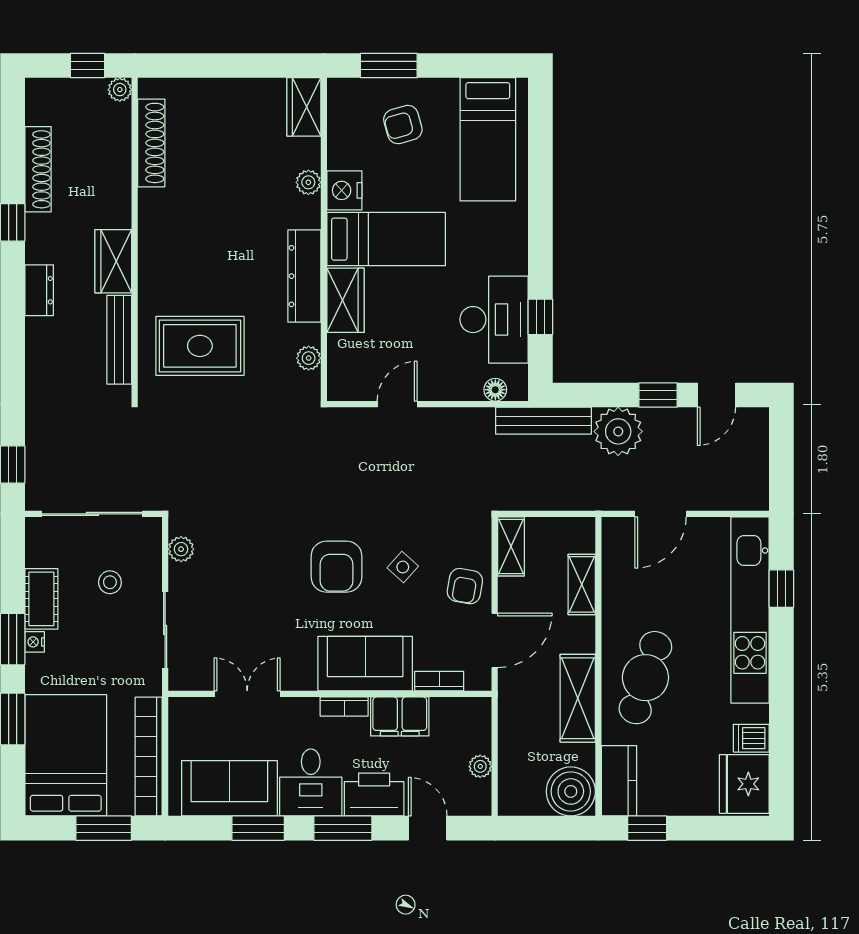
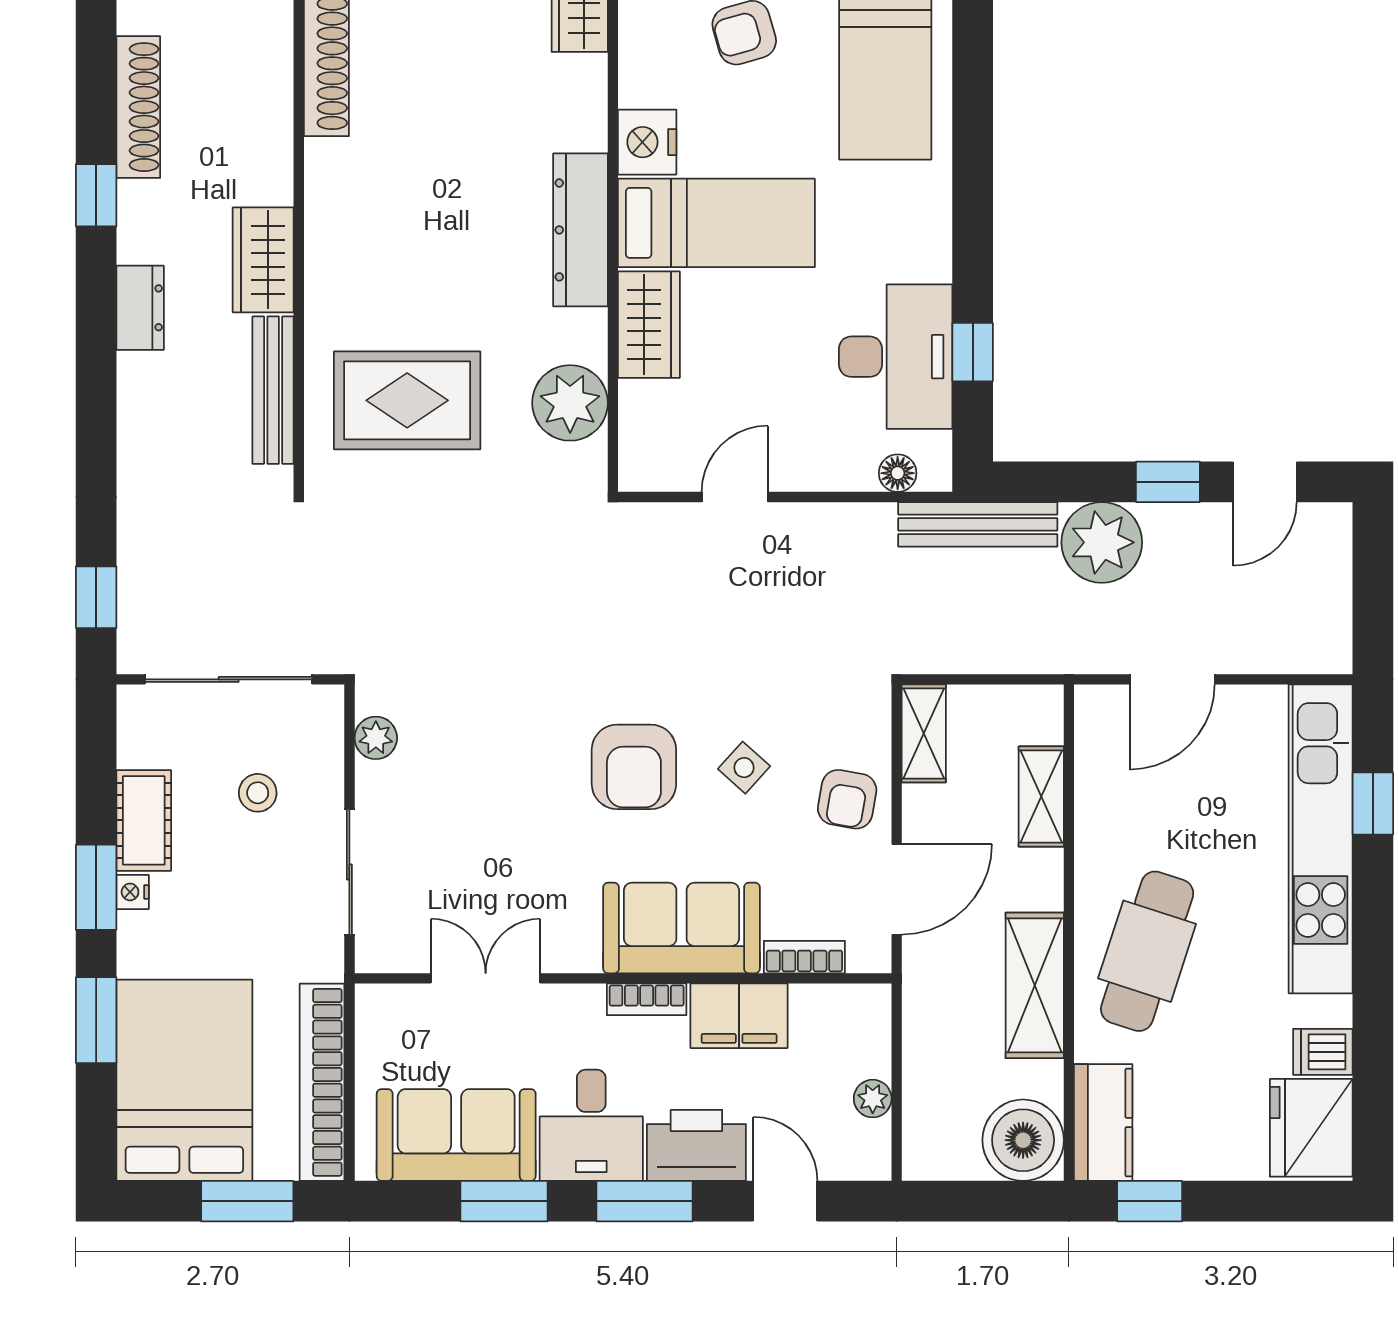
plant: (308, 182) -> (587, 129), removed
dresser: (304, 276) -> (581, 230), moved
plant: (309, 358) -> (570, 403), width x1.87, depth x1.87

